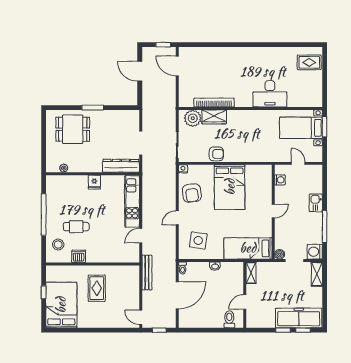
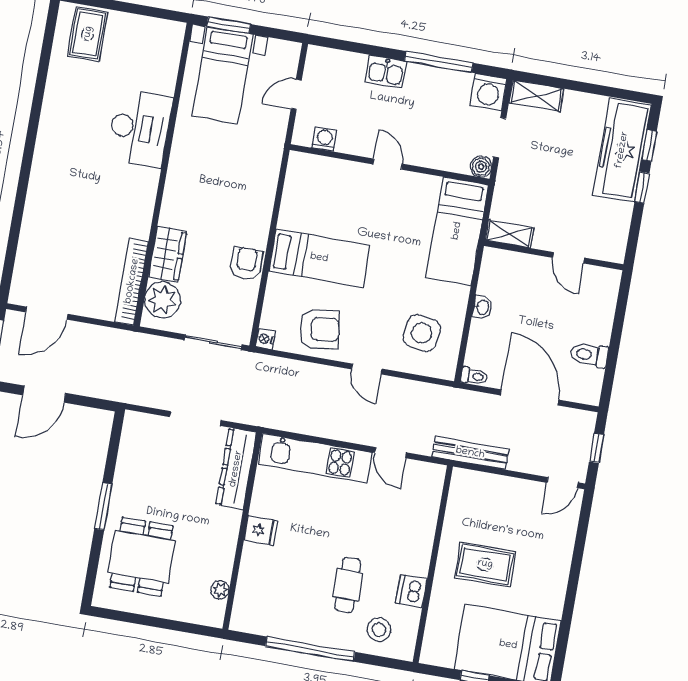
bookcase: (214, 103) -> (132, 281), moved
bed: (230, 187) -> (319, 258), width x0.67
toilet: (229, 319) -> (589, 355), moved

